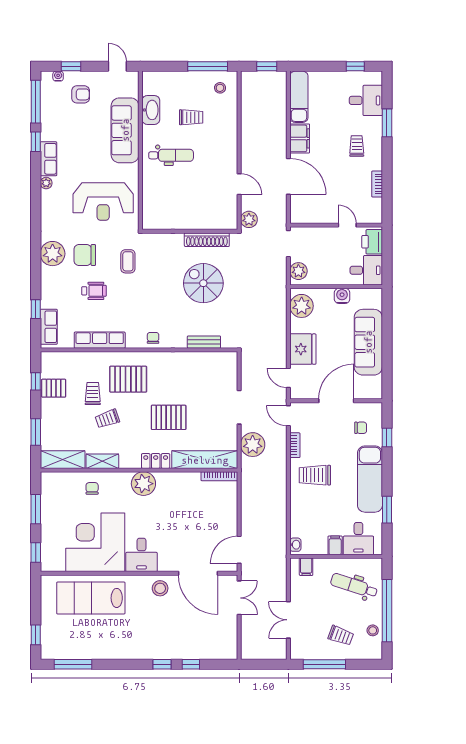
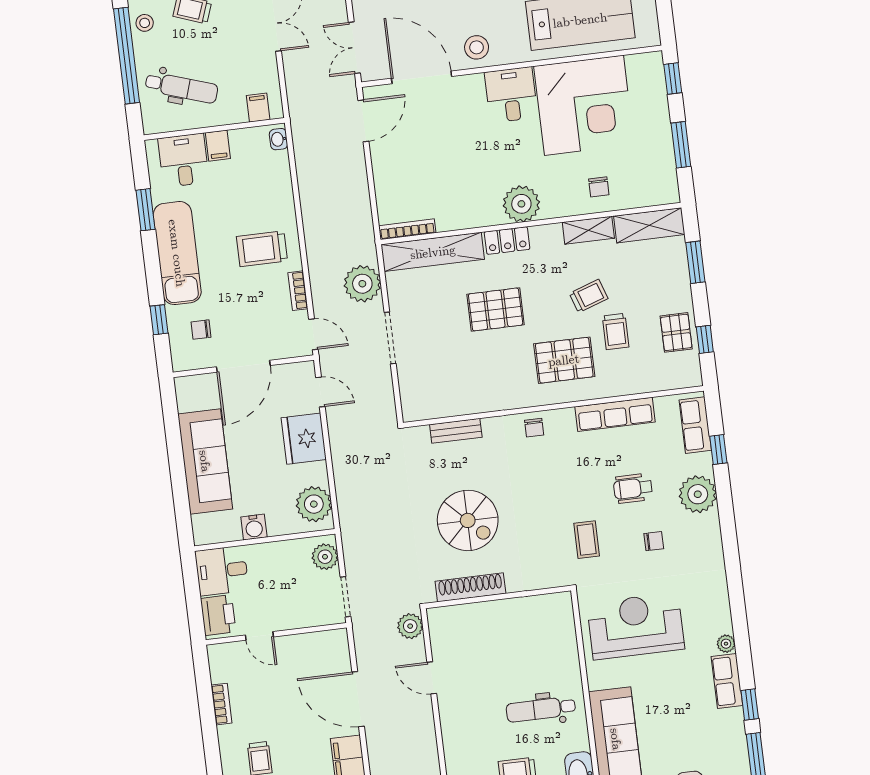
plant: (53, 254) -> (698, 494), moved
chair: (85, 255) -> (654, 541), width x0.54, depth x0.54
pallet: (54, 388) -> (676, 332), turned 90
trolley: (315, 475) -> (262, 249), turned 180

